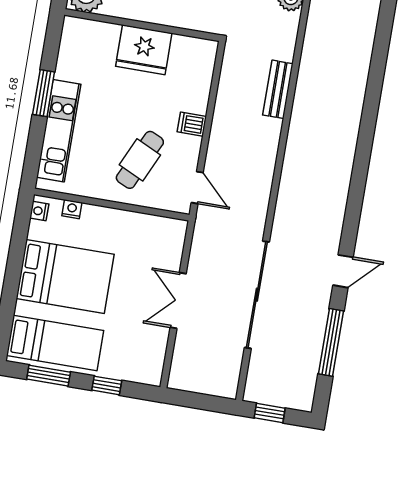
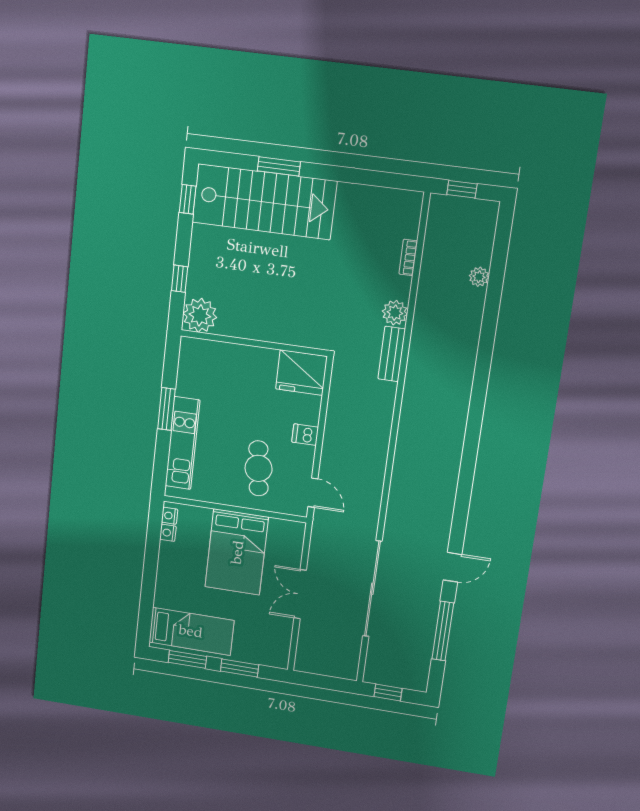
fridge: (144, 50) -> (301, 373), moved
bench: (278, 89) -> (392, 354), moved
cafe table: (140, 160) -> (258, 468), turned -32
nightstand: (72, 209) -> (168, 533), moved, turned -90
bed: (65, 276) -> (237, 552), moved, turned 90
window: (107, 385) -> (240, 668), width x1.50

